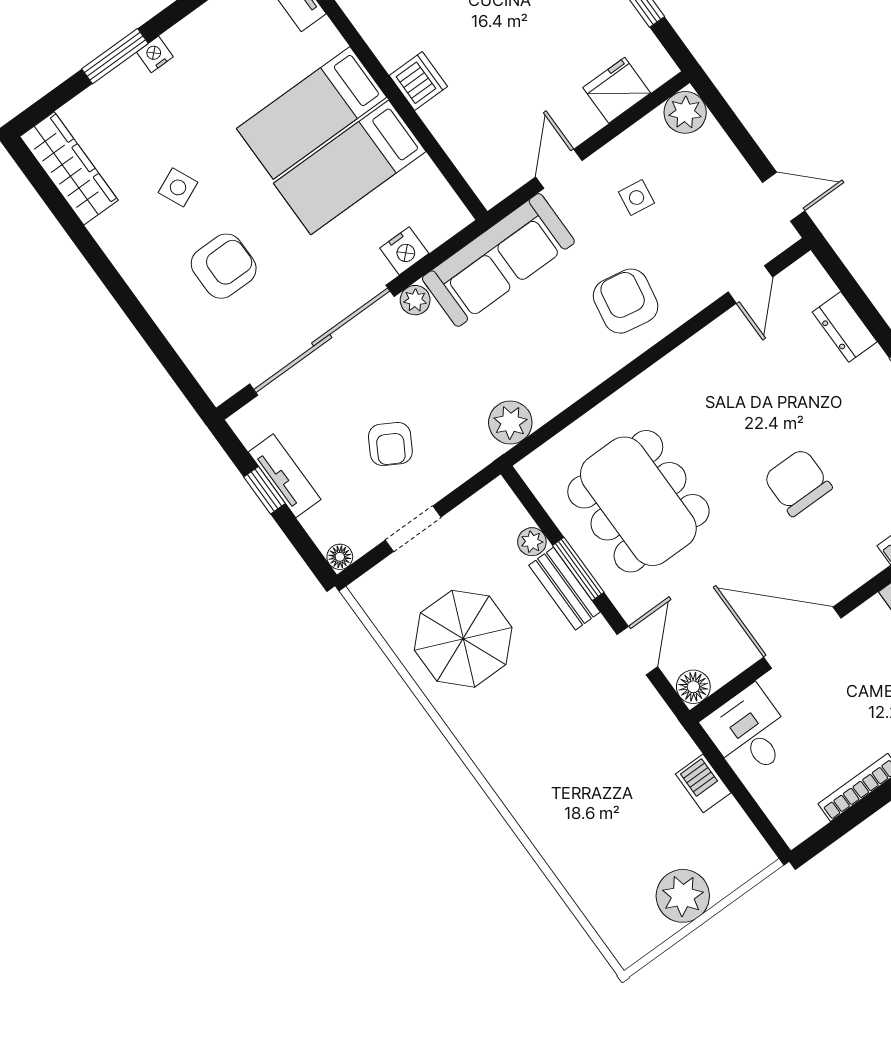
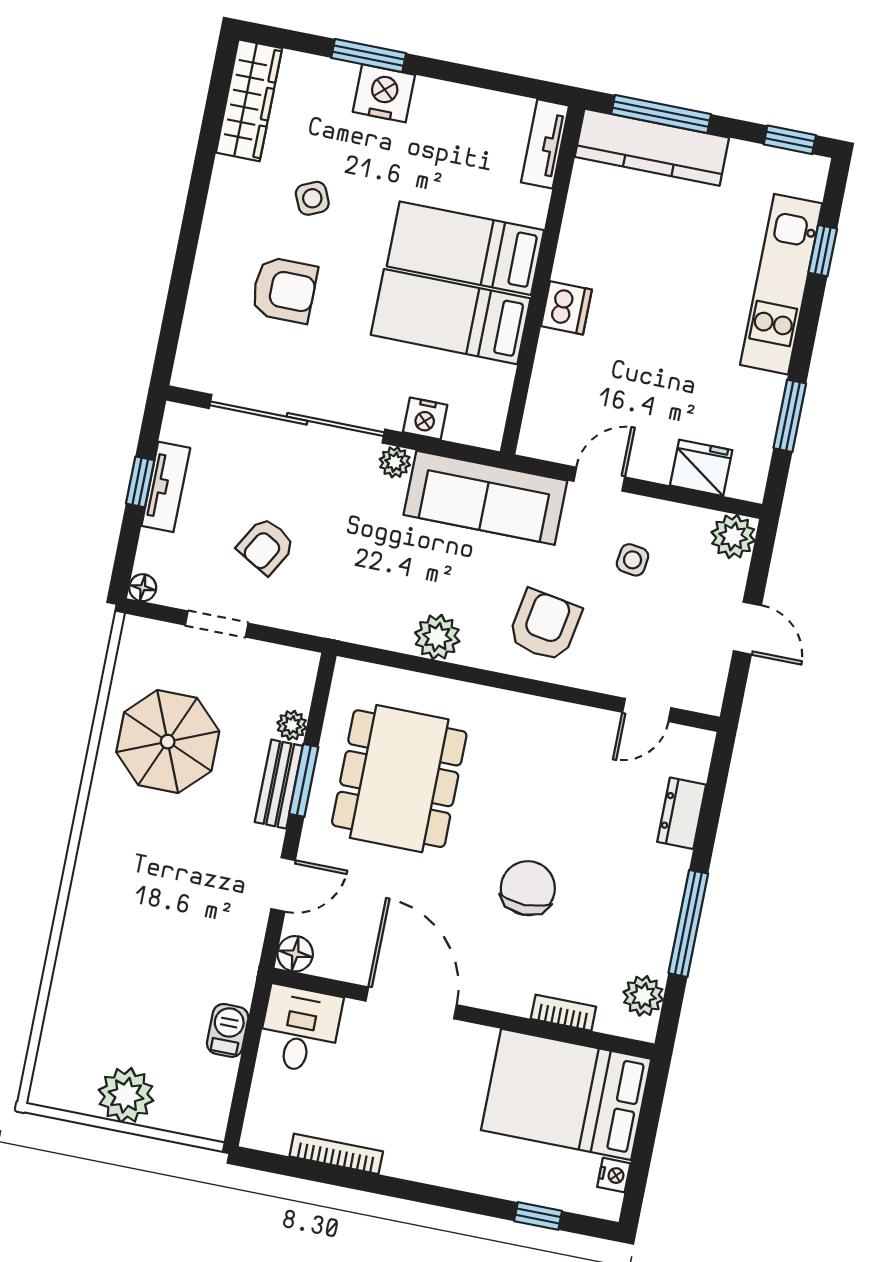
nightstand: (155, 54) -> (384, 93), width x1.89, depth x1.79
door: (784, 197) -> (747, 628), moved
plant: (510, 423) -> (437, 637), moved

